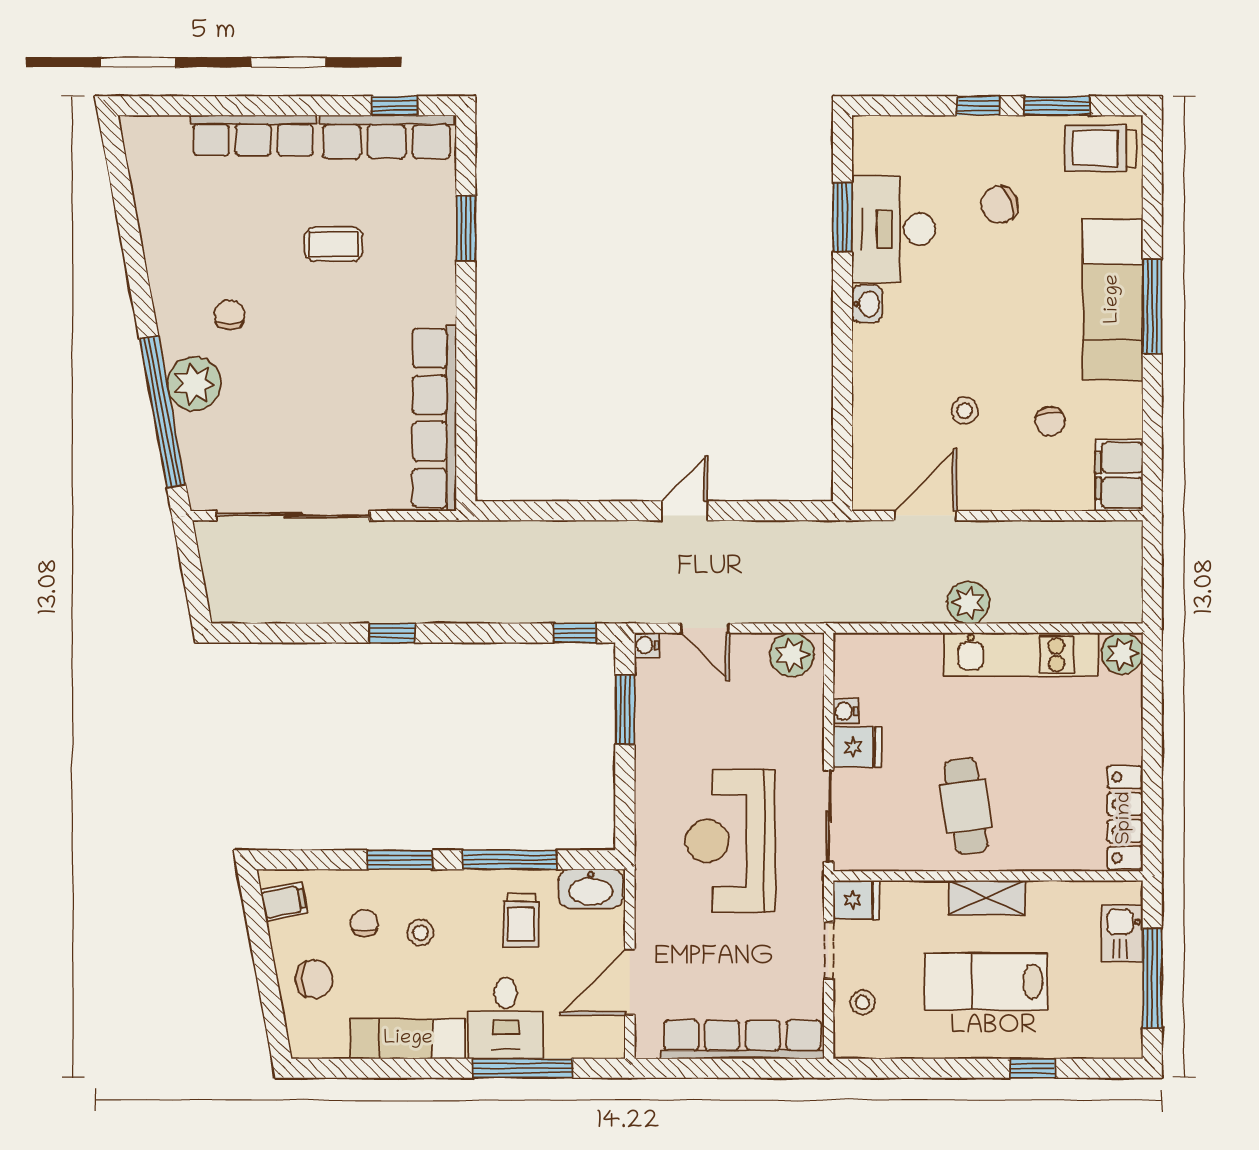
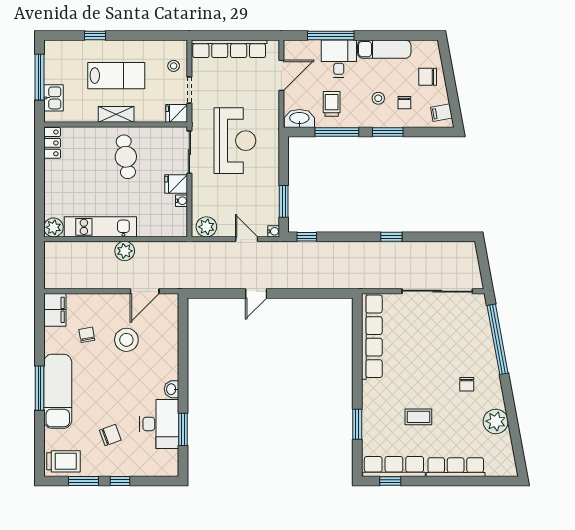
plant: (194, 384) -> (496, 421), moved
stool: (965, 411) -> (126, 340), width x1.89, depth x1.89
locker: (1125, 818) -> (52, 143), width x0.66

